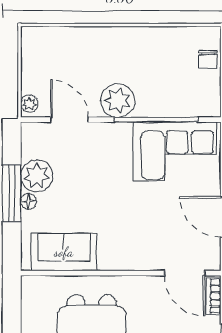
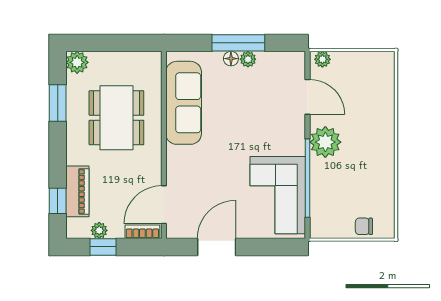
door: (69, 120) -> (307, 97), hinge flipped
plant: (37, 176) -> (248, 59), width x0.53, depth x0.53
sofa: (64, 252) -> (184, 103), width x1.36

